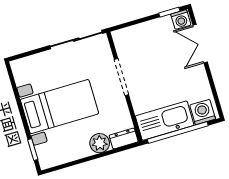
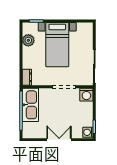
double door: (200, 44) -> (59, 140), moved
washing machine: (203, 112) -> (86, 95), moved, turned 90
plant: (100, 143) -> (28, 40), moved

